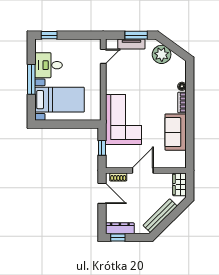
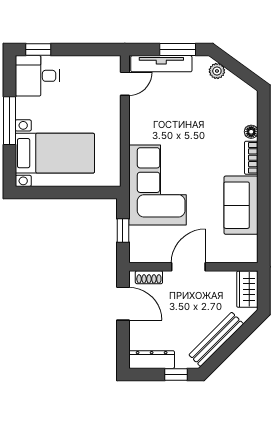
tv unit: (131, 44) -> (161, 64), width x1.41
plant: (162, 54) -> (217, 71), width x0.53, depth x0.53
desk: (49, 65) -> (37, 76), moved
window: (118, 238) -> (176, 374), moved

